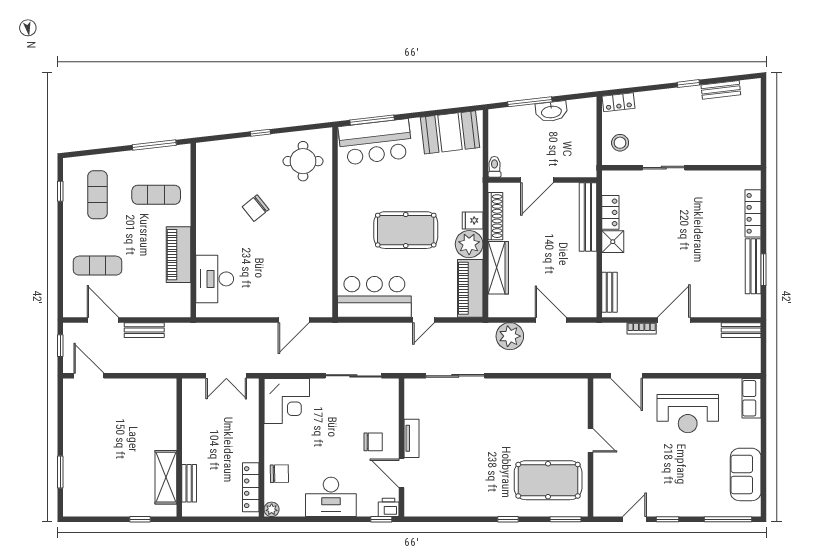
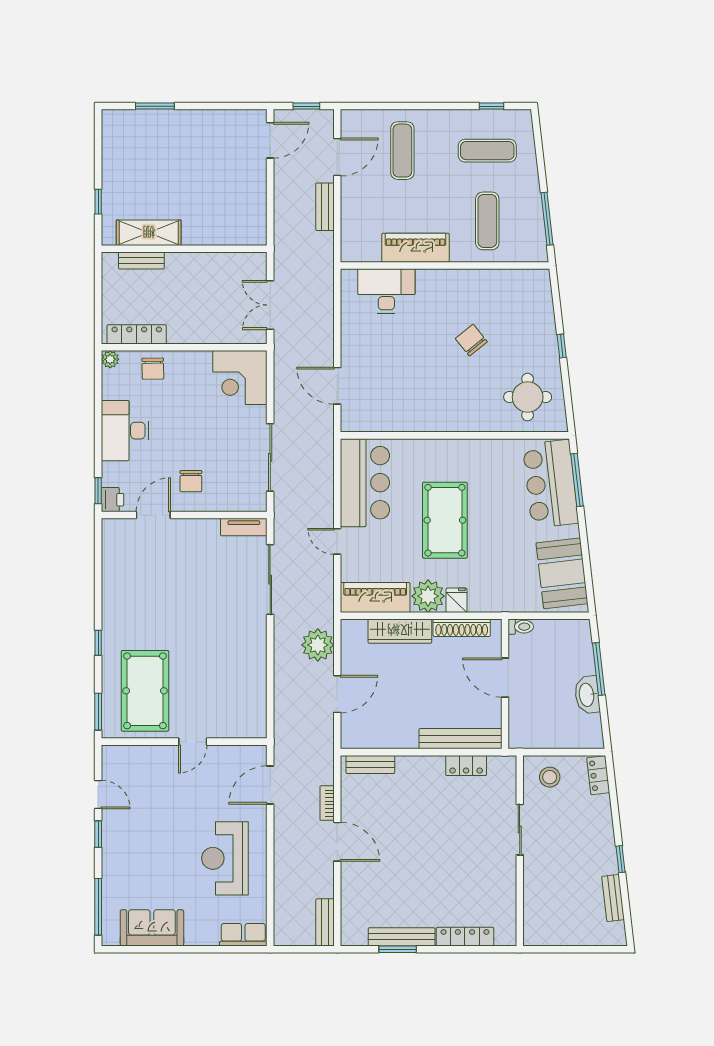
shower: (613, 242) -> (431, 768), removed
tv unit: (411, 438) -> (244, 527), moved

